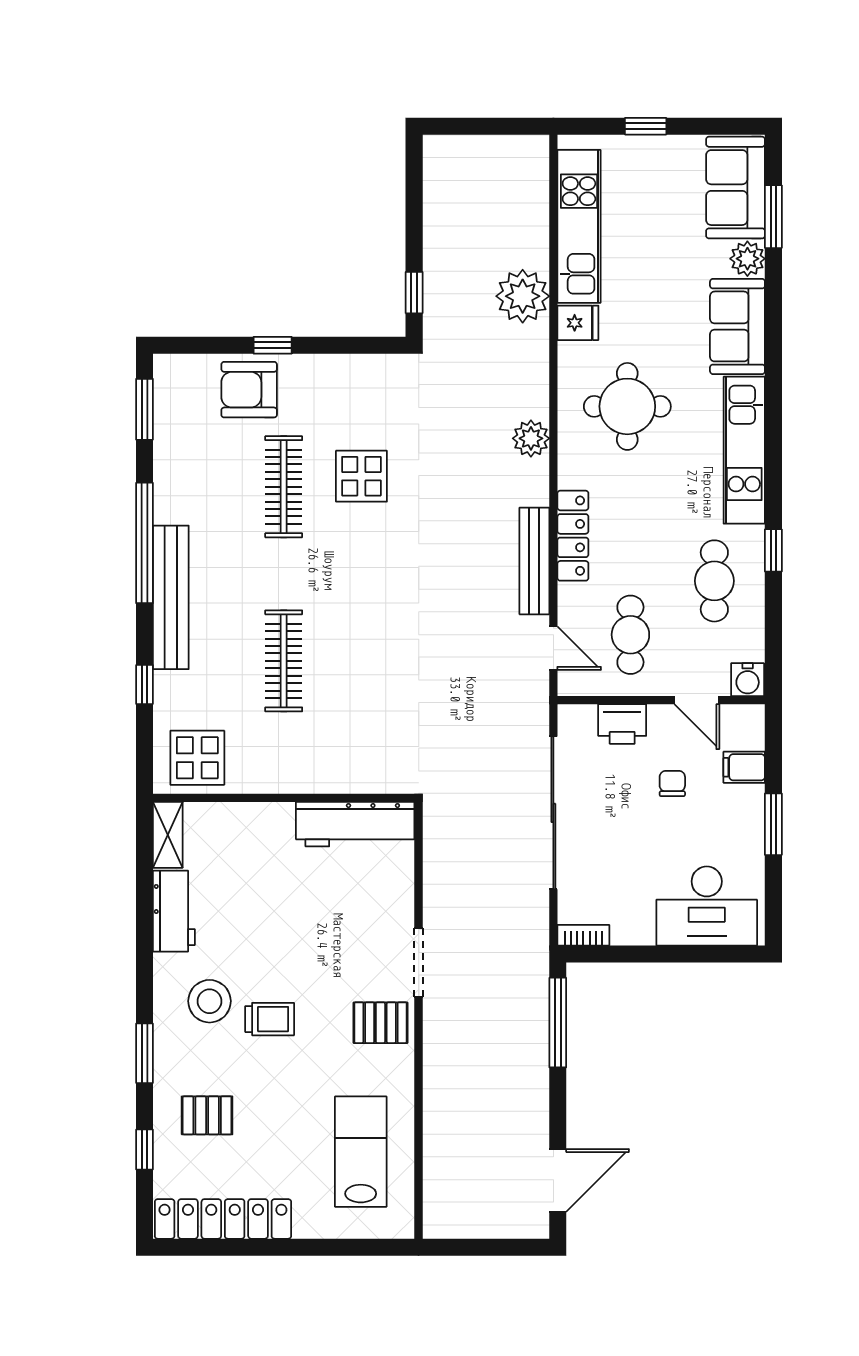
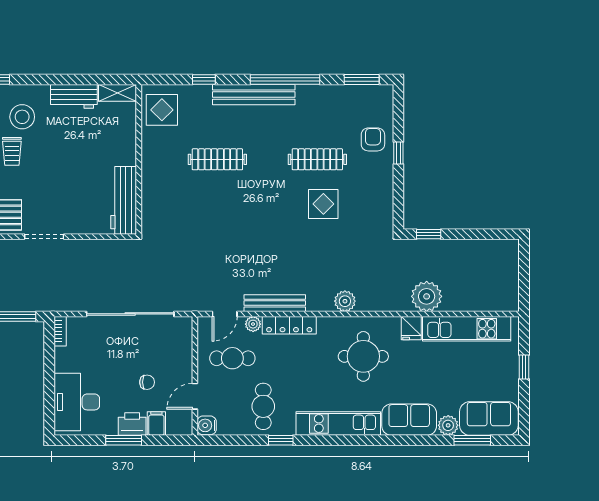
armchair: (249, 390) -> (373, 139), width x0.72, depth x0.72
cafe table: (714, 581) -> (263, 406), turned 90
plant: (571, 599) -> (253, 324), added
printer: (622, 724) -> (132, 424), moved, turned 90

